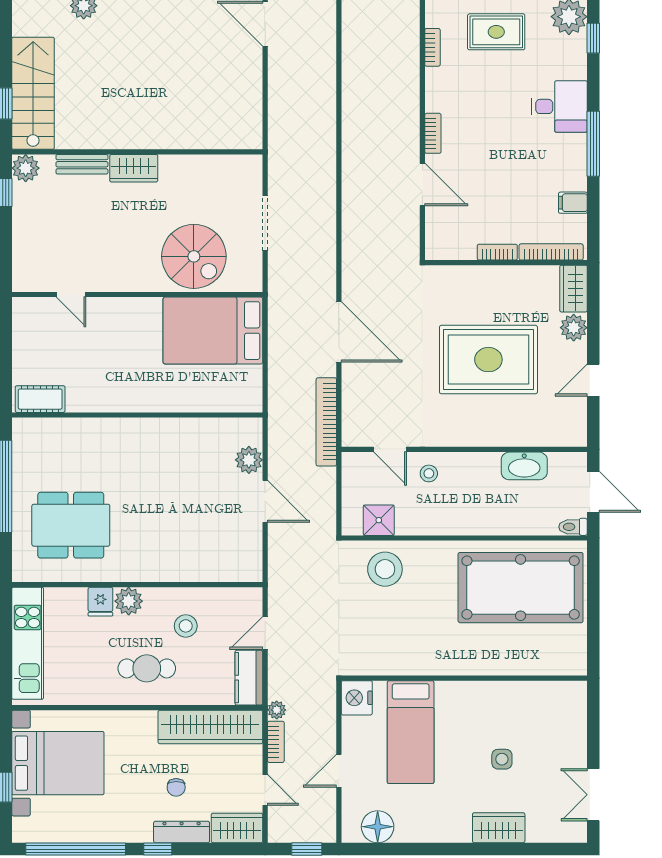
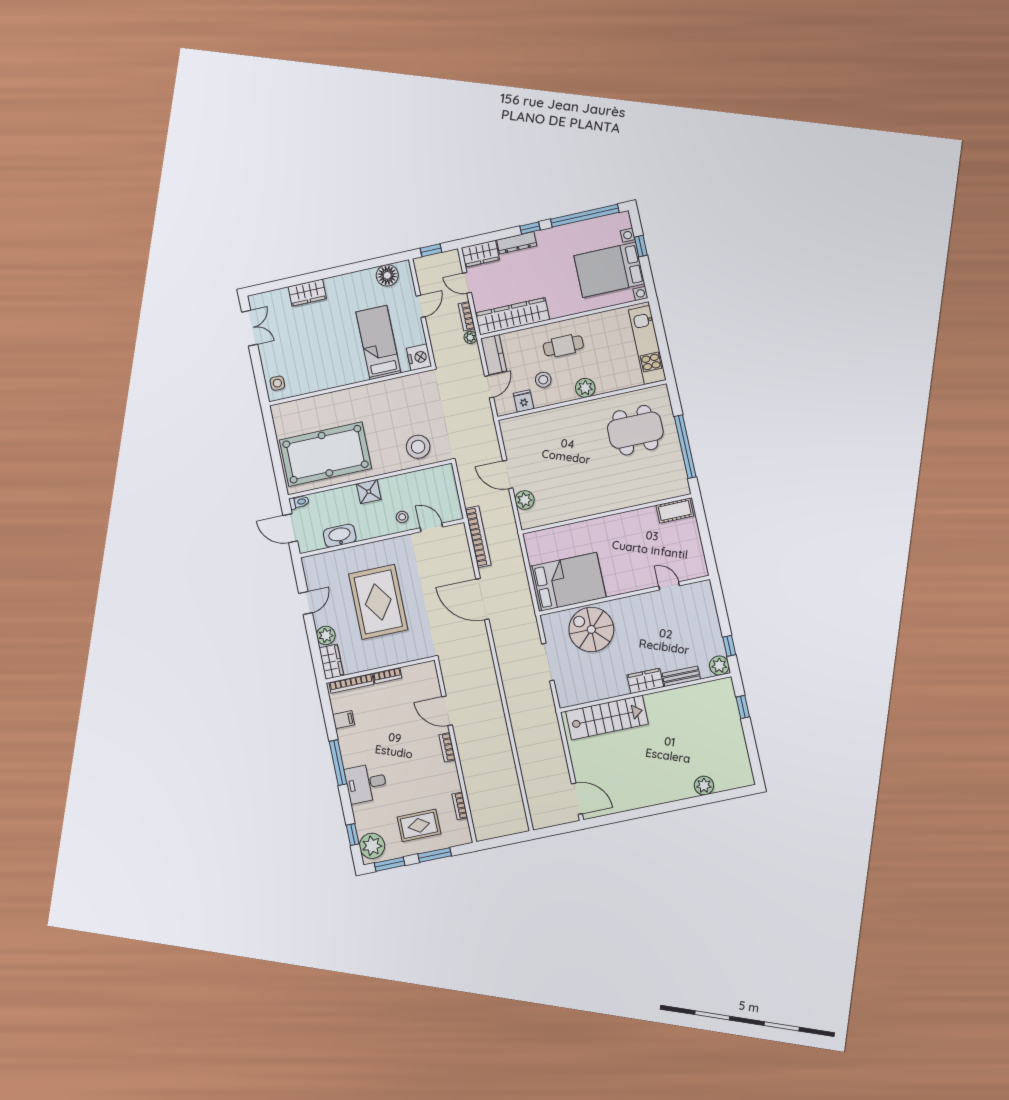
stairs: (33, 93) -> (607, 718), moved, turned -90
rug: (488, 360) -> (378, 602), turned 90
shower: (379, 520) -> (369, 492), moved
fridge: (100, 602) -> (523, 401), moved
side table: (502, 759) -> (277, 383), moved
chair: (176, 787) -> (527, 271), removed

